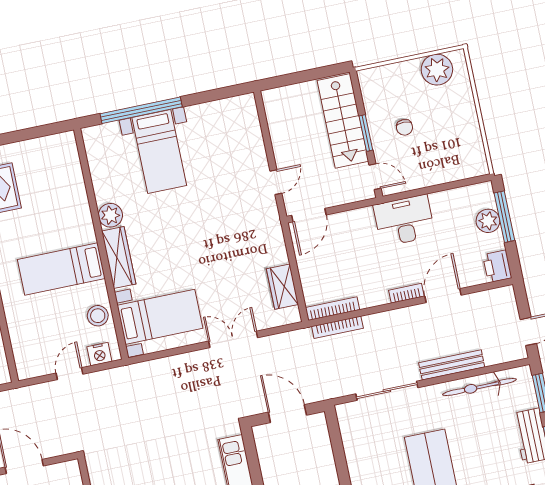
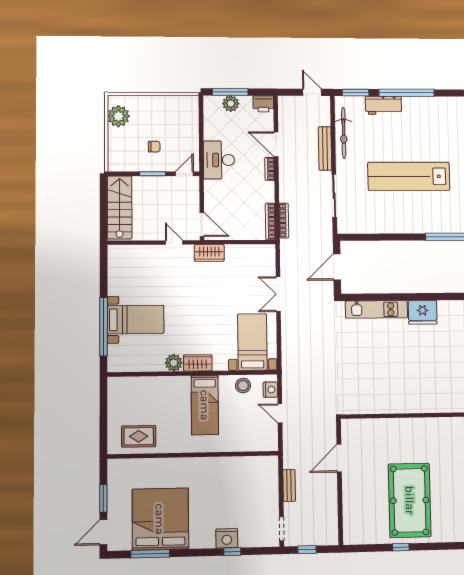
stairs: (343, 121) -> (120, 207), moved, turned -90
wardrobe: (119, 258) -> (198, 363), width x0.67
wardrobe: (282, 287) -> (209, 253), moved

